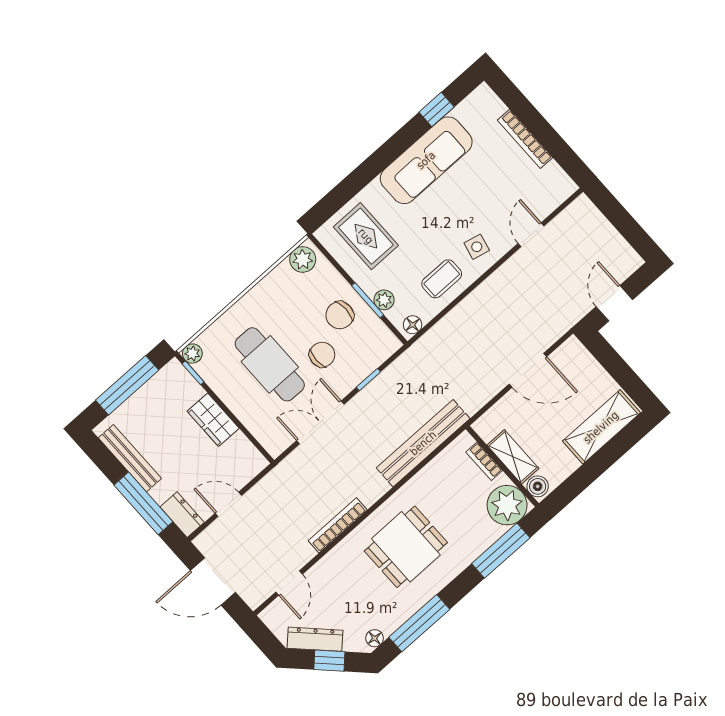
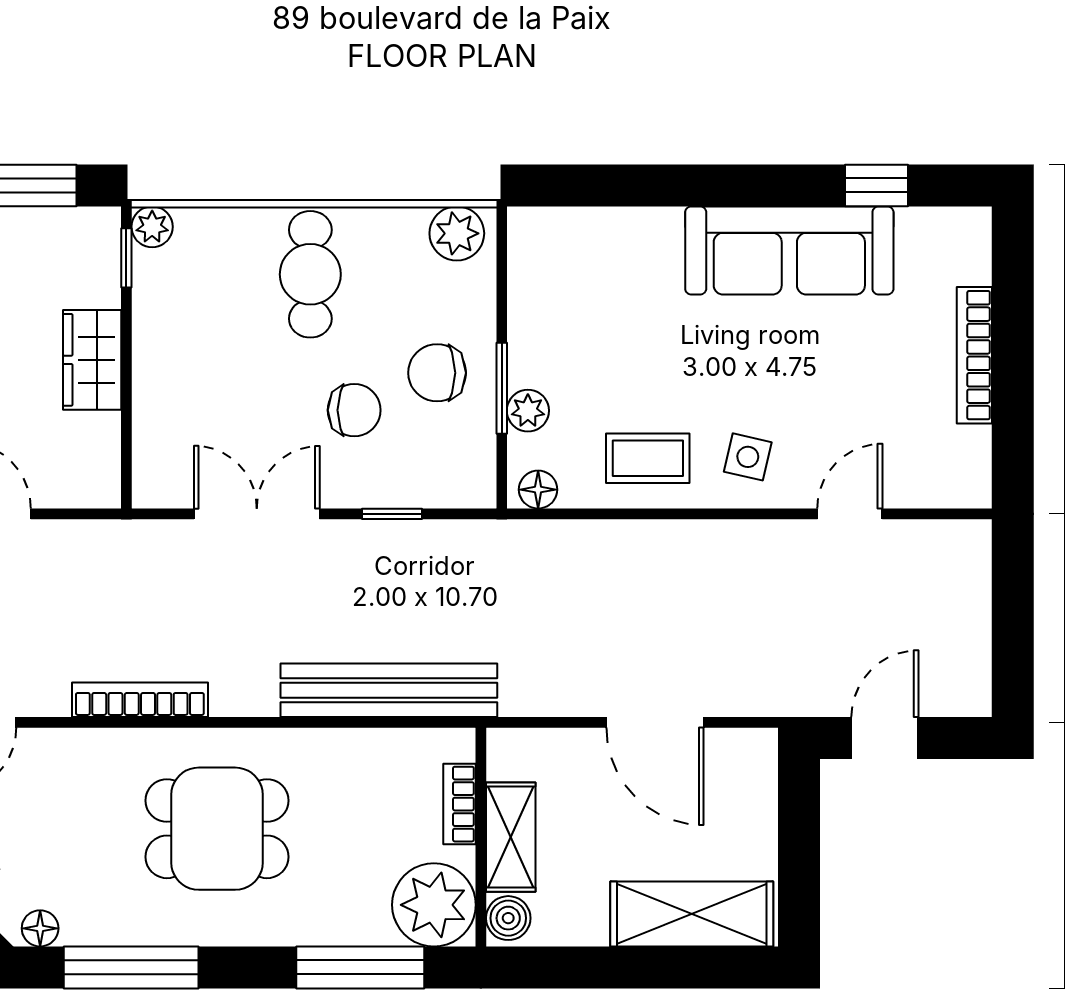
rug: (366, 236) -> (589, 285), removed
cafe table: (270, 364) -> (310, 274), moved, width x0.73, depth x0.74

